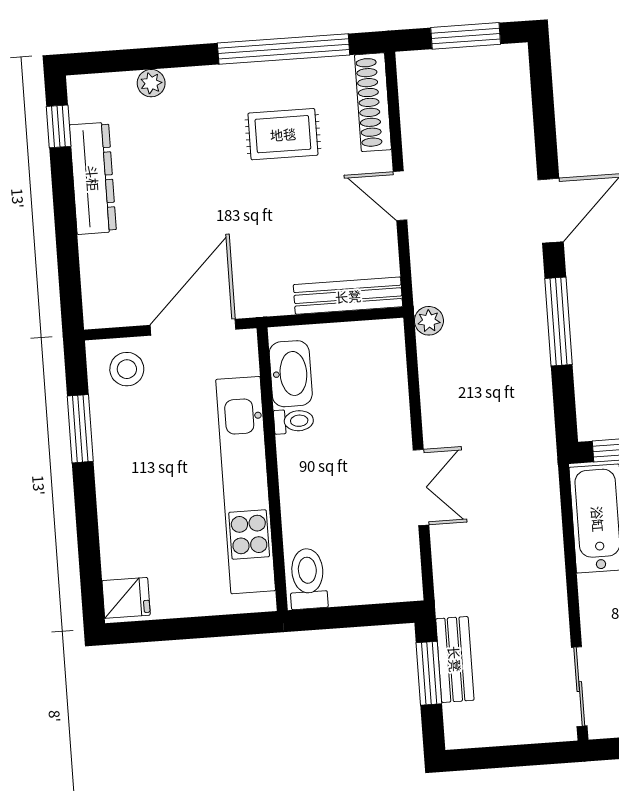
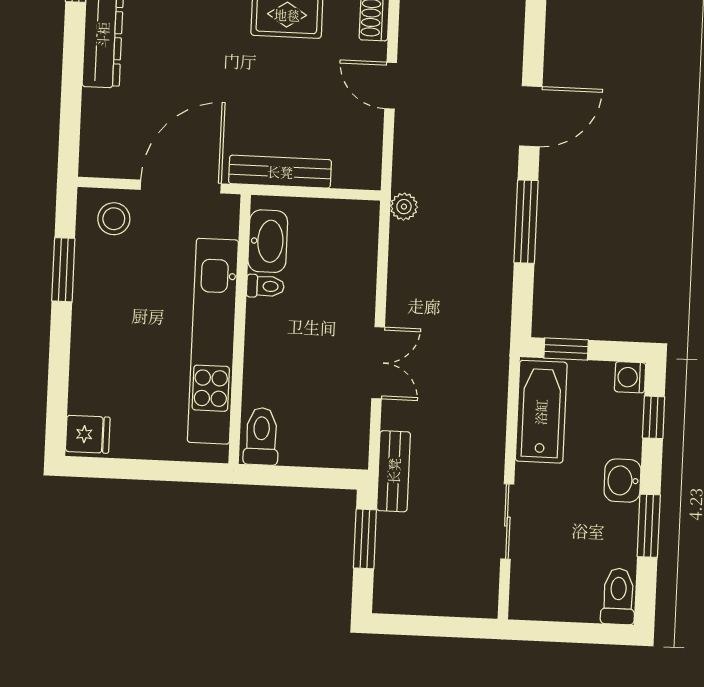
bench: (348, 296) -> (280, 172), moved
bench: (455, 659) -> (394, 471), moved
sliding door: (579, 687) -> (507, 522), moved

